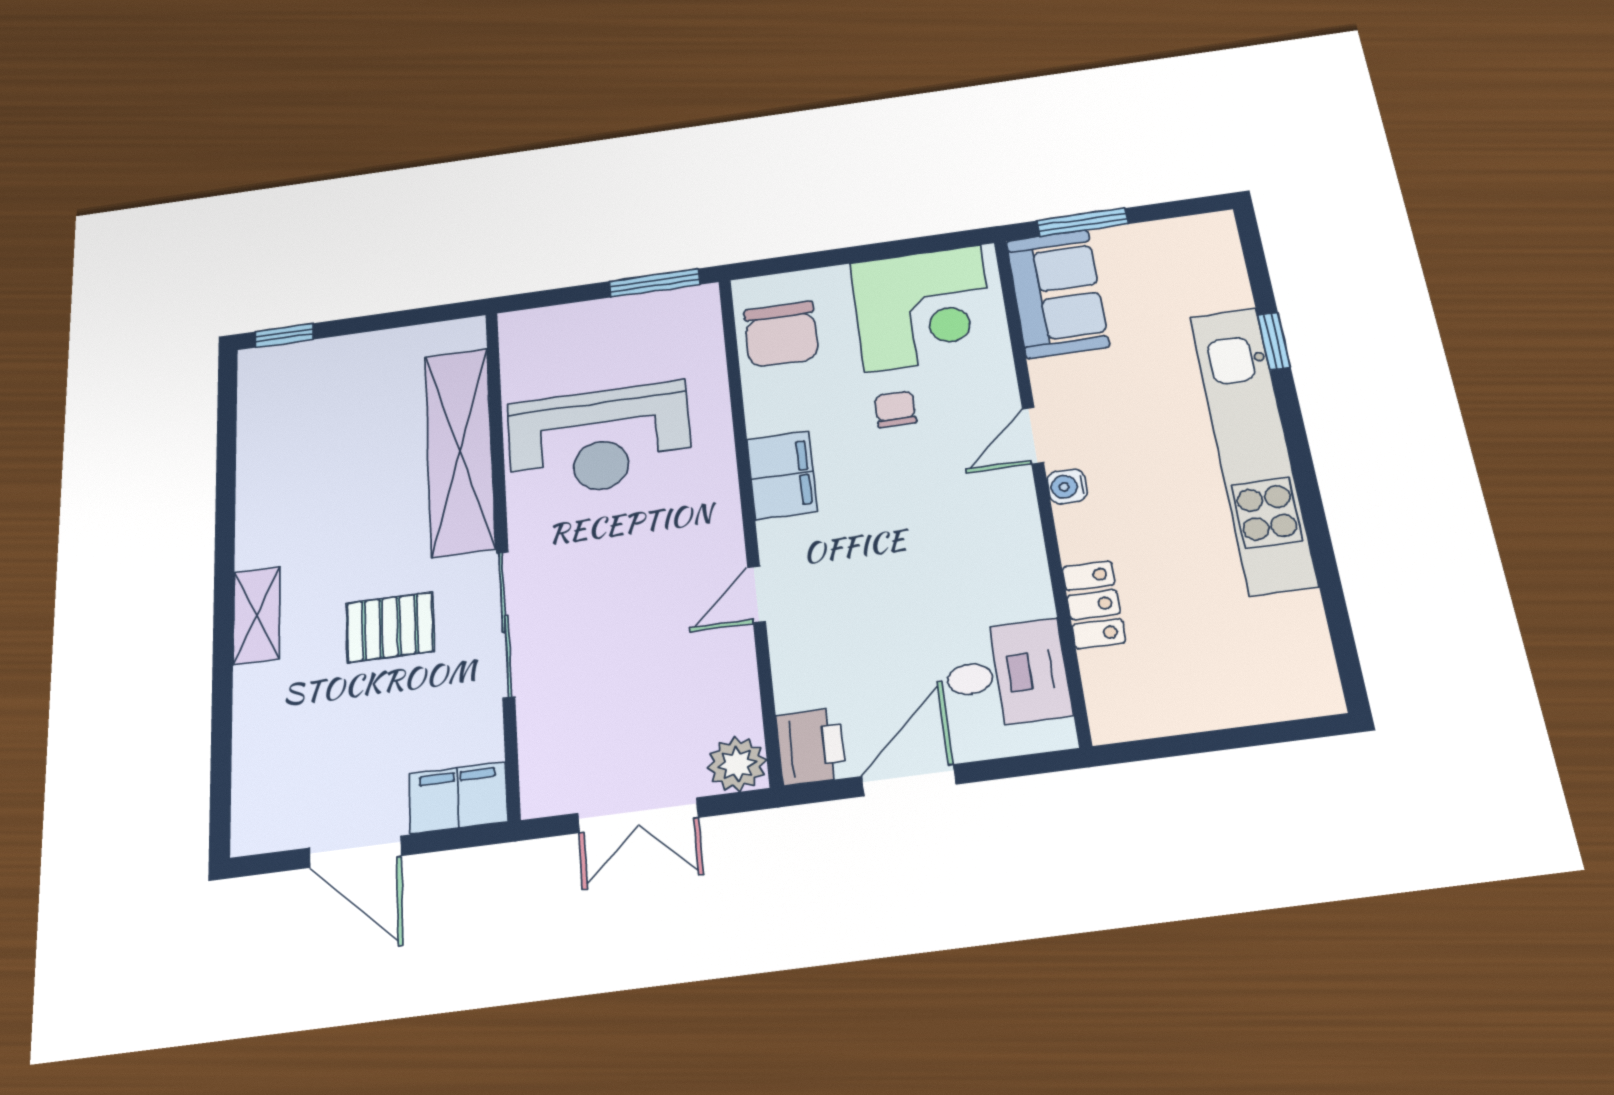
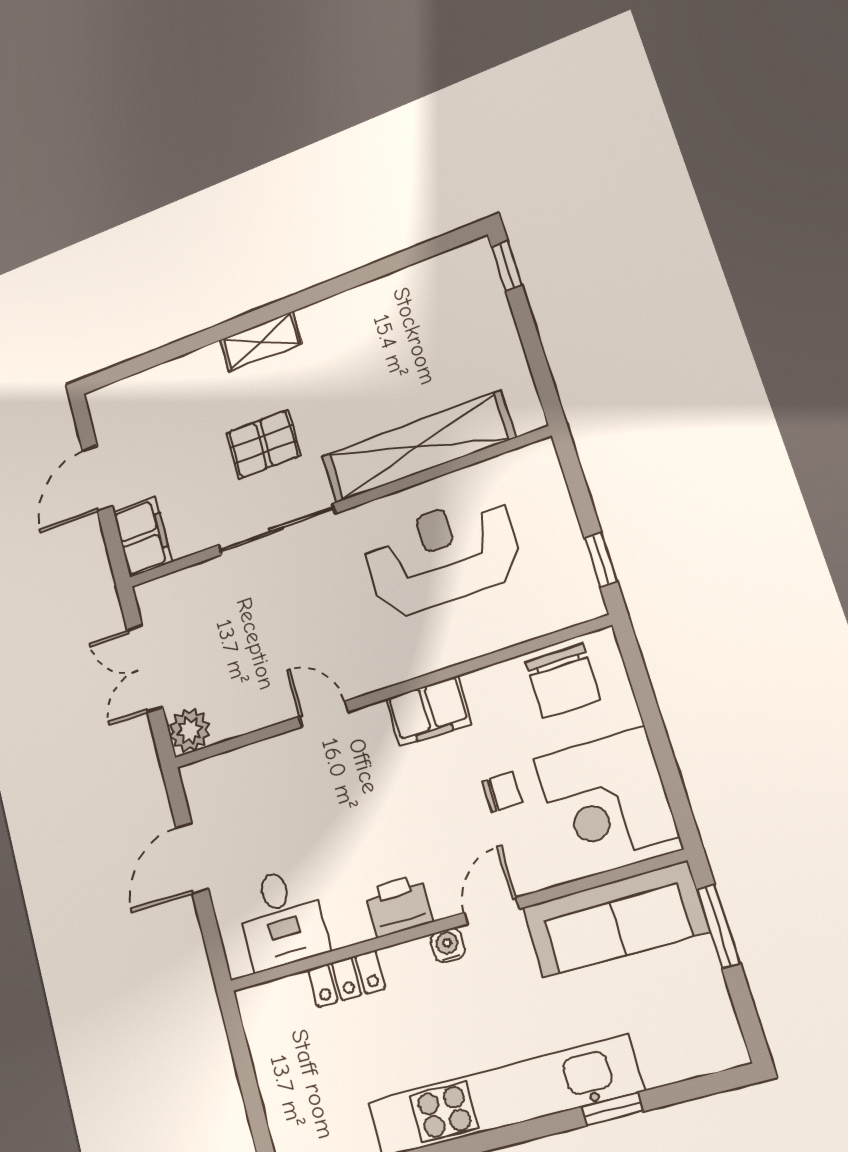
window: (655, 283) -> (601, 560), width x0.67
sofa: (1057, 294) -> (615, 919), width x1.36
chair: (781, 334) -> (563, 681), turned -90
door: (1033, 435) -> (492, 911), hinge flipped
reception desk: (599, 440) -> (442, 556), turned 90
pallet: (390, 627) -> (263, 444), turned 90
printer: (811, 747) -> (399, 906), moved, turned 180
door: (909, 780) -> (192, 858), swing flipped

